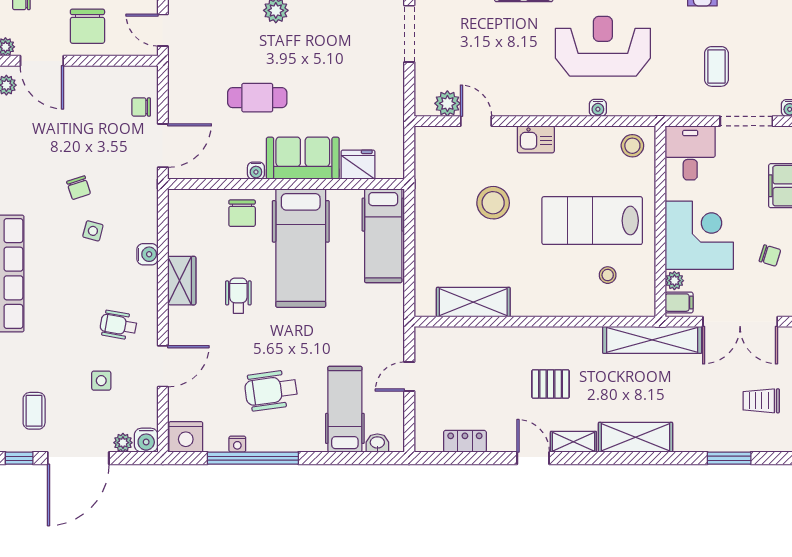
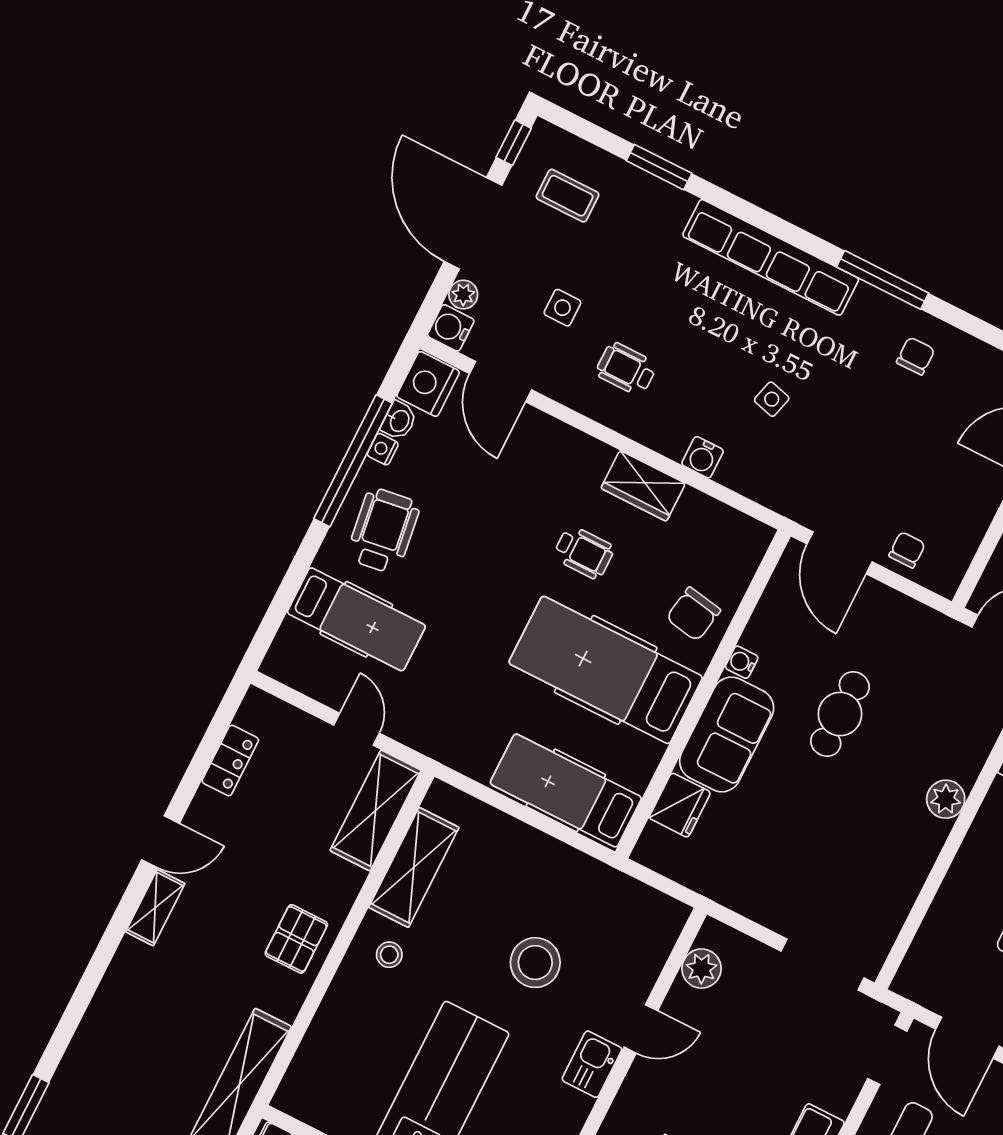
door: (476, 121) -> (641, 1029), moved
chair: (79, 188) -> (916, 356), moved, turned 108
chair: (242, 213) -> (693, 614), turned -80
stool: (608, 275) -> (389, 955), moved
wheelchair: (118, 325) -> (626, 369), turned -100
door: (163, 366) -> (501, 382), moved
pallet: (551, 384) -> (296, 939), moved
wheelchair: (271, 390) -> (383, 531), moved
shelving: (636, 437) -> (376, 810), moved
washbasin: (377, 443) -> (399, 421), moved

